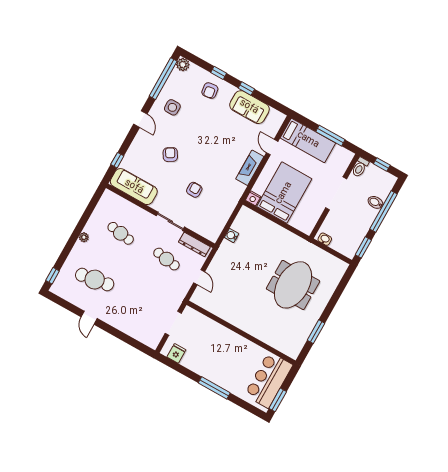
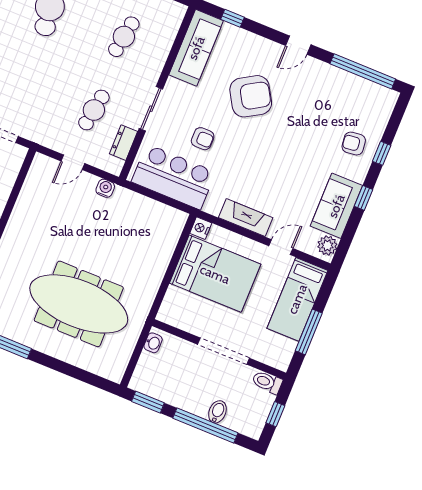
plant: (183, 65) -> (327, 245), moved
side table: (172, 107) -> (322, 91), removed
armchair: (170, 155) -> (251, 96), width x1.88, depth x1.88
bar counter: (217, 212) -> (174, 177), added
water cooler: (232, 236) -> (105, 188), moved
dresser: (194, 244) -> (123, 143), width x0.70
meeting table: (293, 285) -> (79, 304), width x1.36

